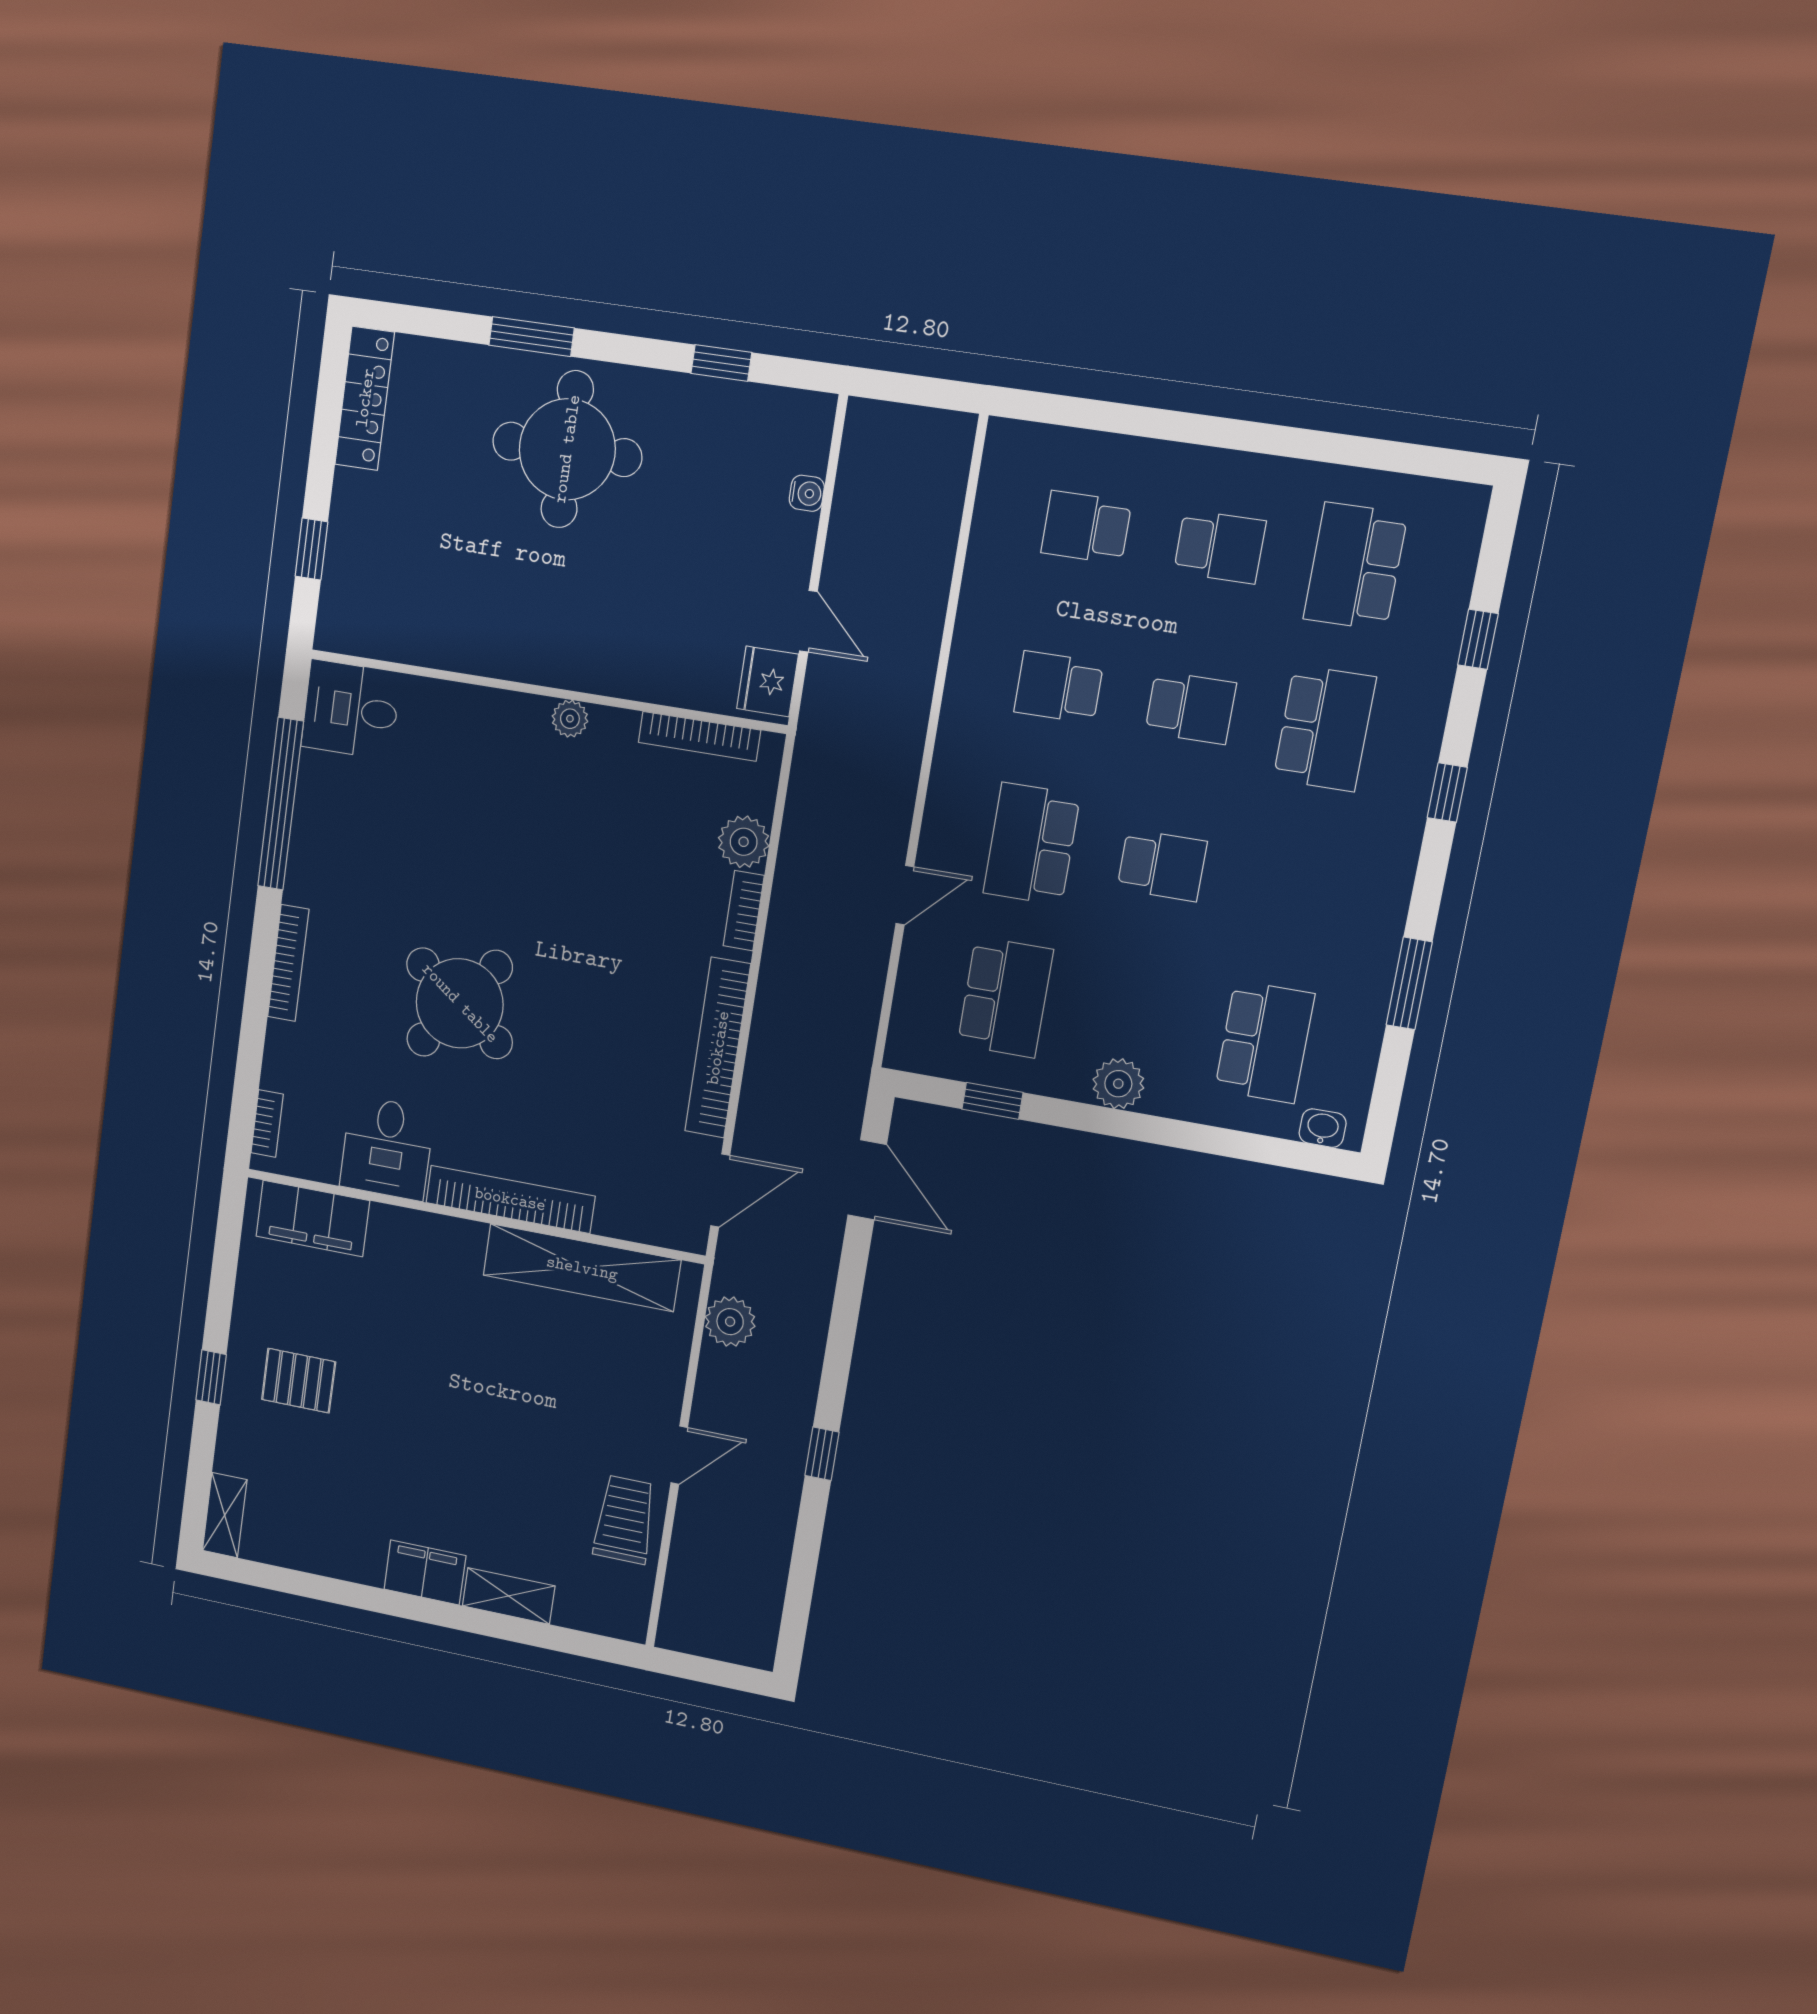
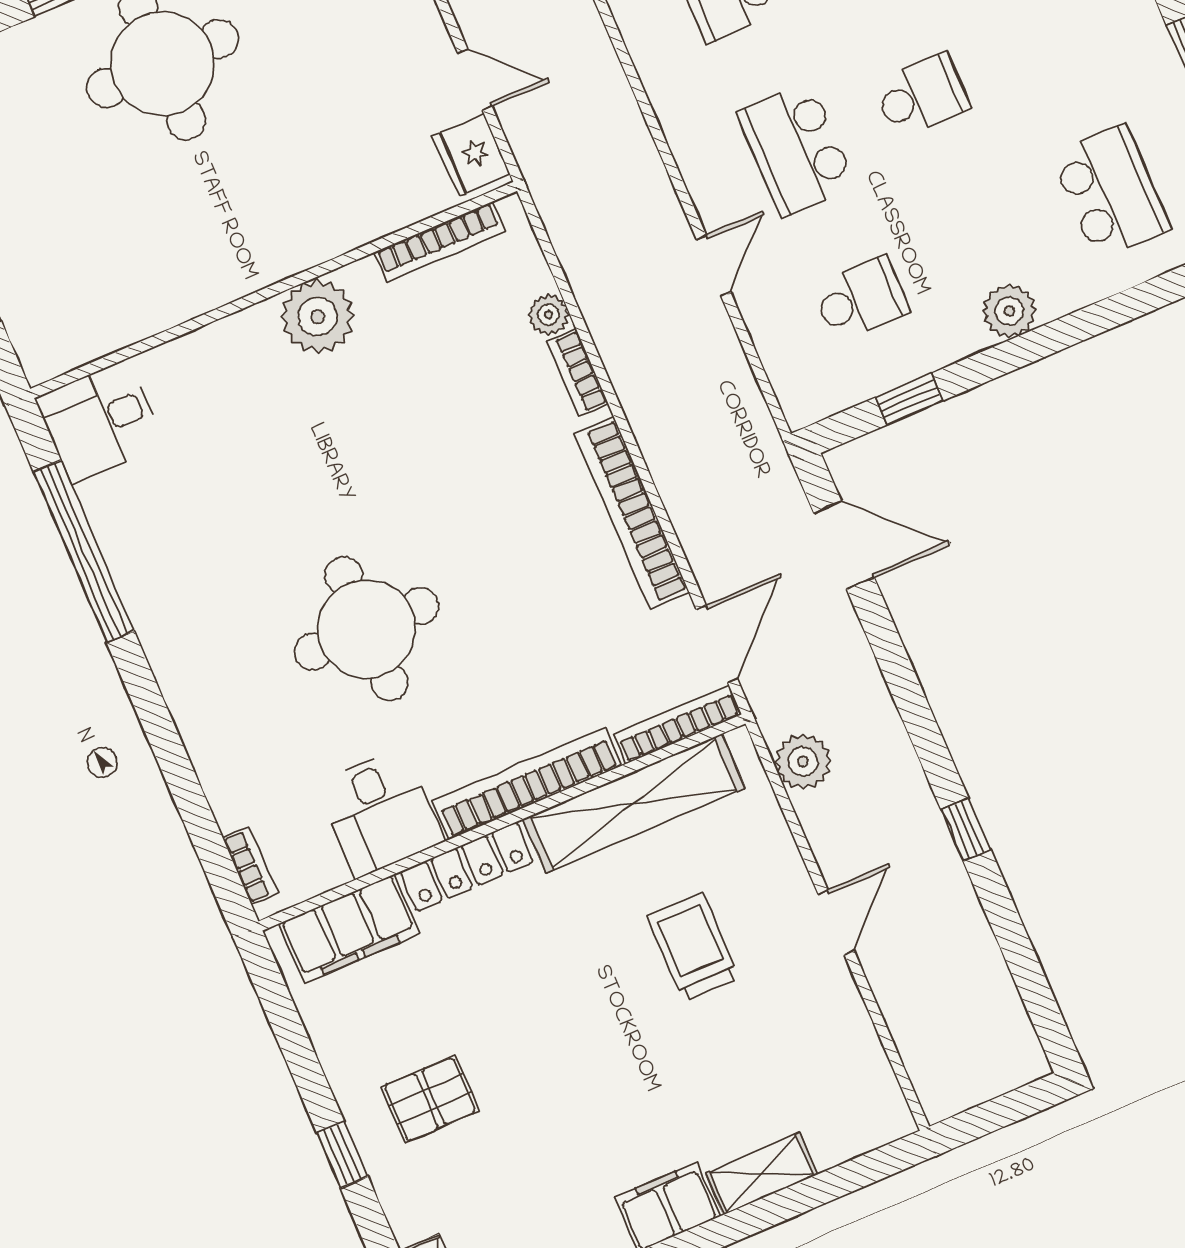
plant: (570, 719) -> (318, 317), width x1.88, depth x1.88
plant: (744, 842) -> (549, 315), width x0.73, depth x0.73
bookcase: (288, 963) -> (678, 724), moved, turned -90
school desk: (1005, 997) -> (861, 299), width x0.54
round table: (460, 1003) -> (366, 629), turned -37
locker: (428, 1231) -> (467, 867), added
trolley: (625, 1520) -> (693, 947), moved

